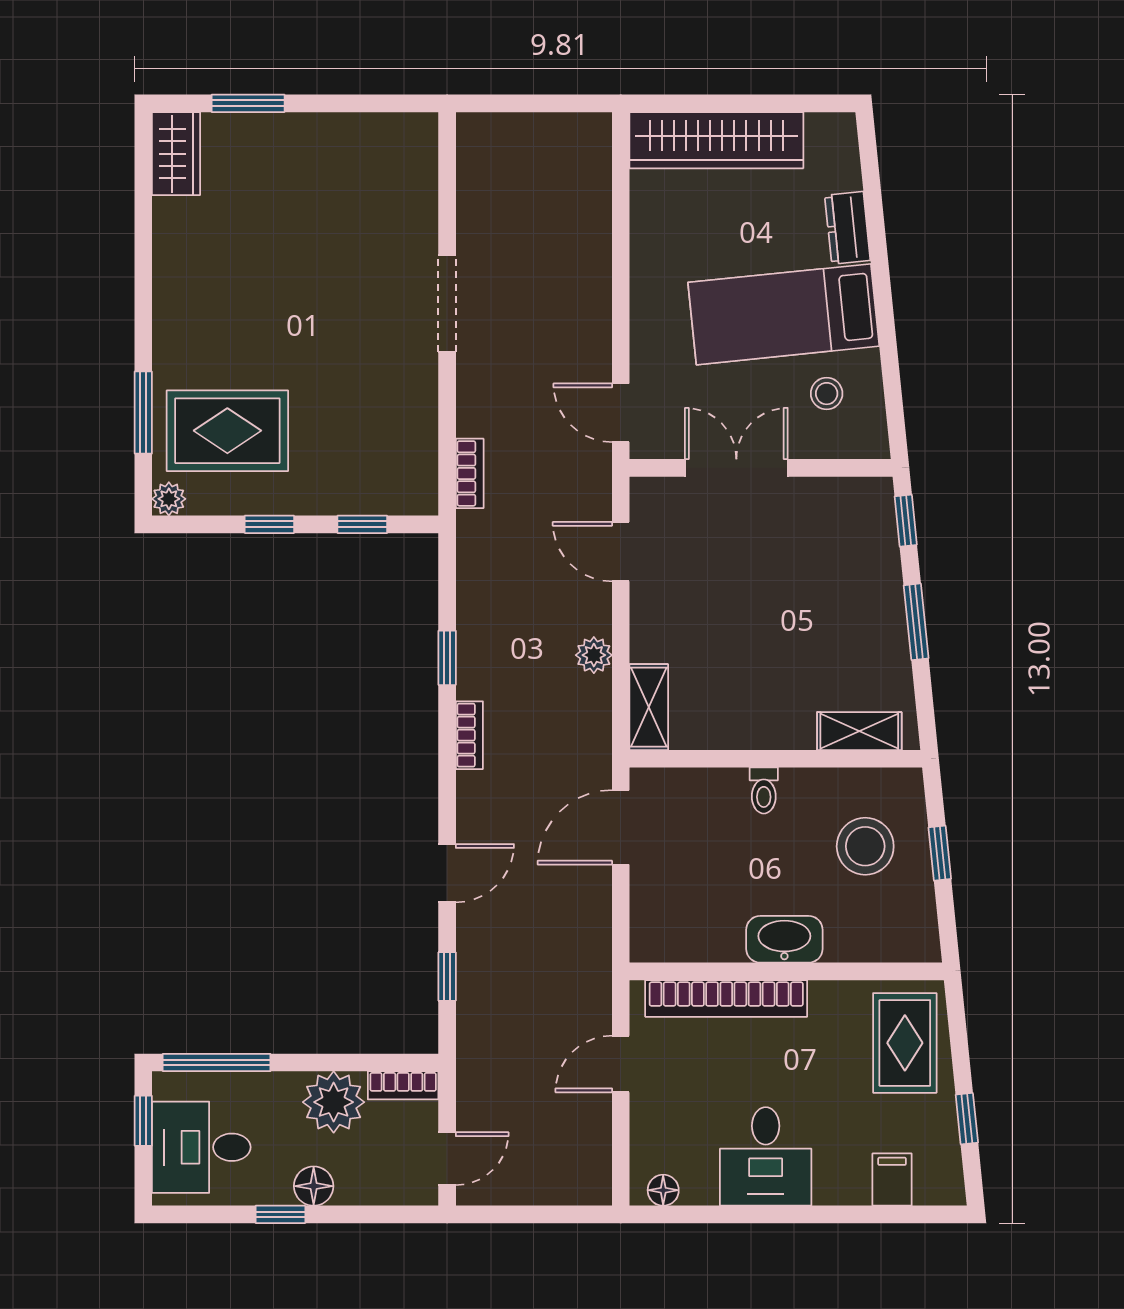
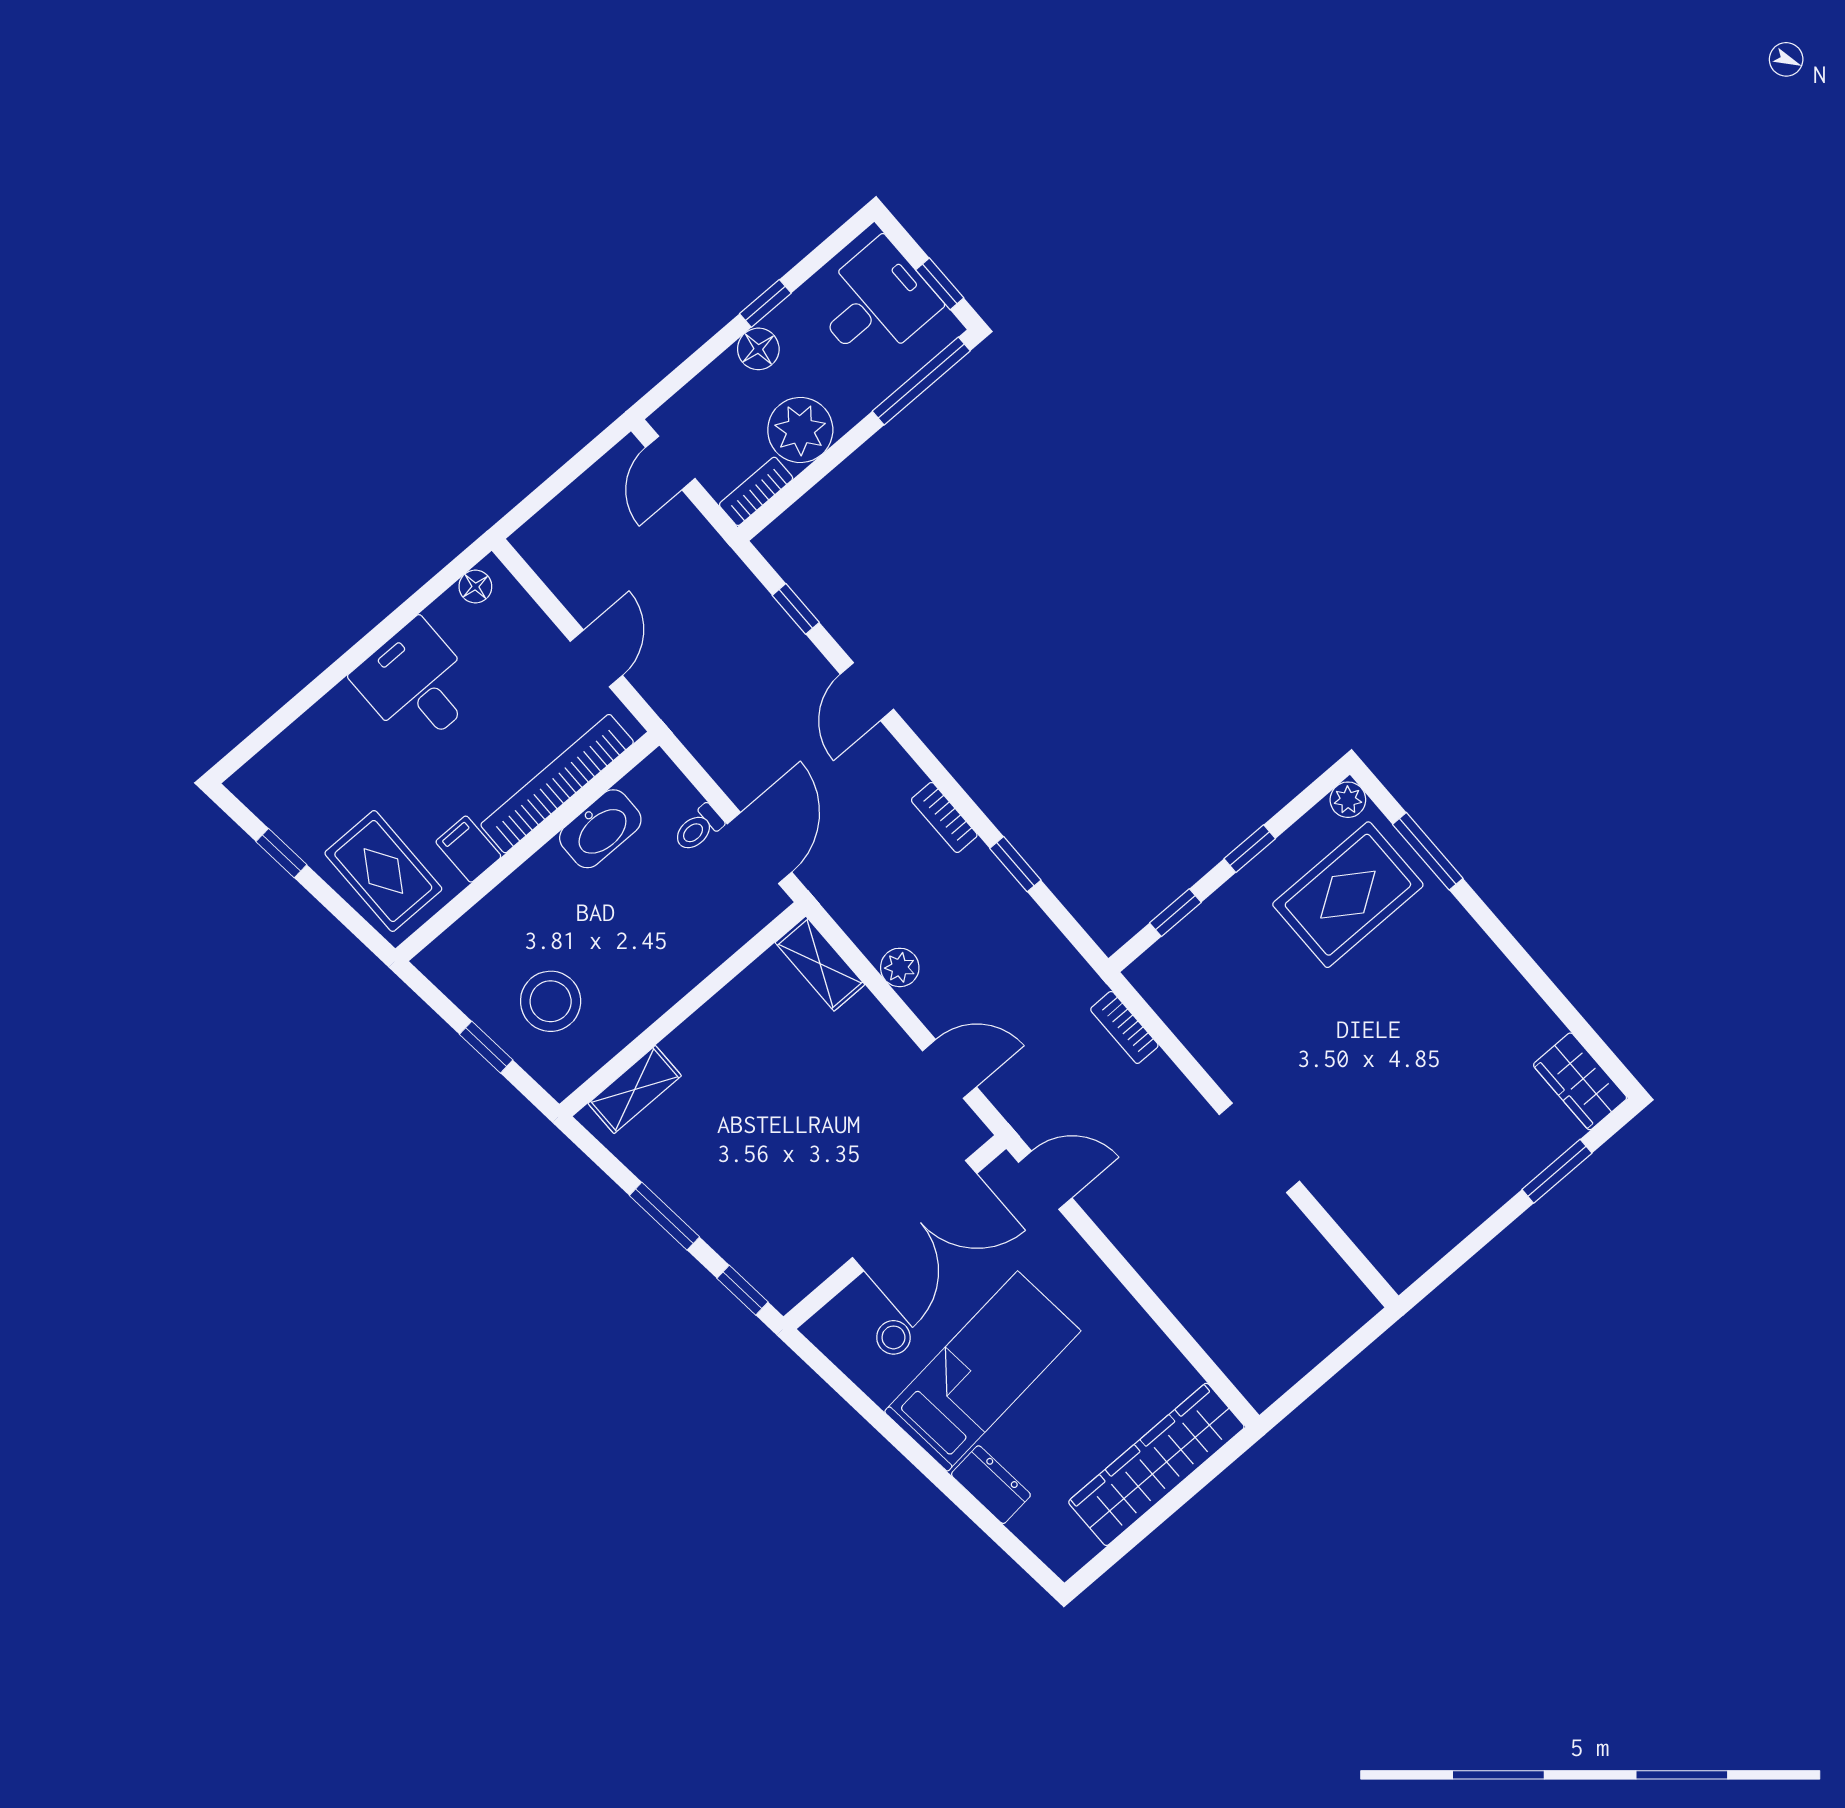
double door: (736, 468) -> (915, 1216), width x1.37
toilet: (764, 790) -> (698, 828), moved, turned -90
washbasin: (784, 939) -> (600, 829), moved
filing cabinet: (892, 1180) -> (468, 849), moved, turned 180

